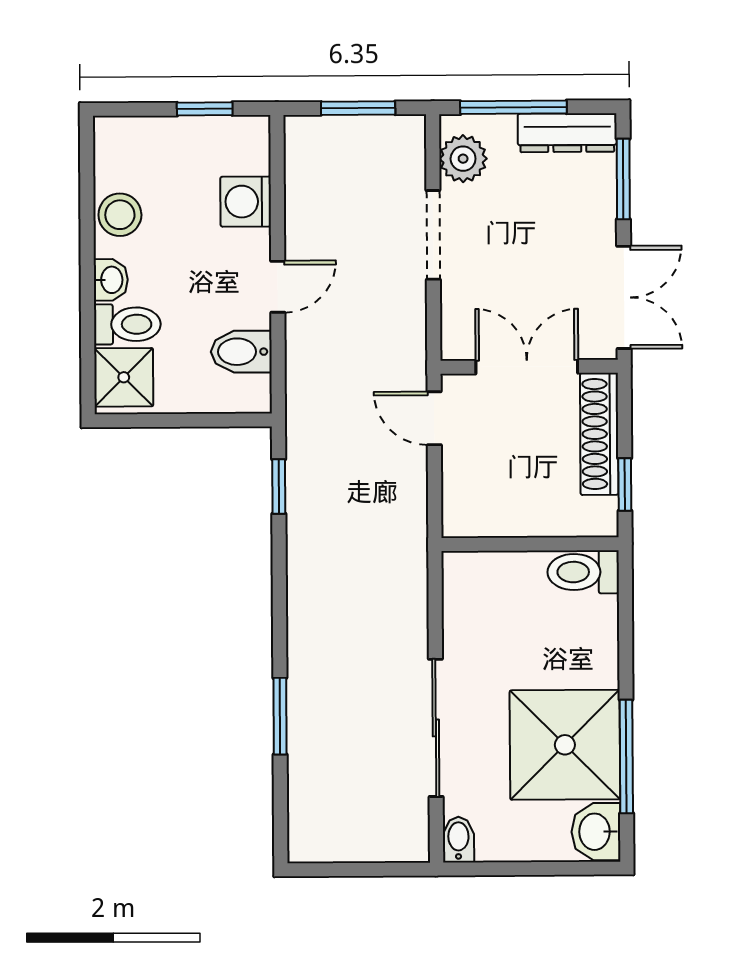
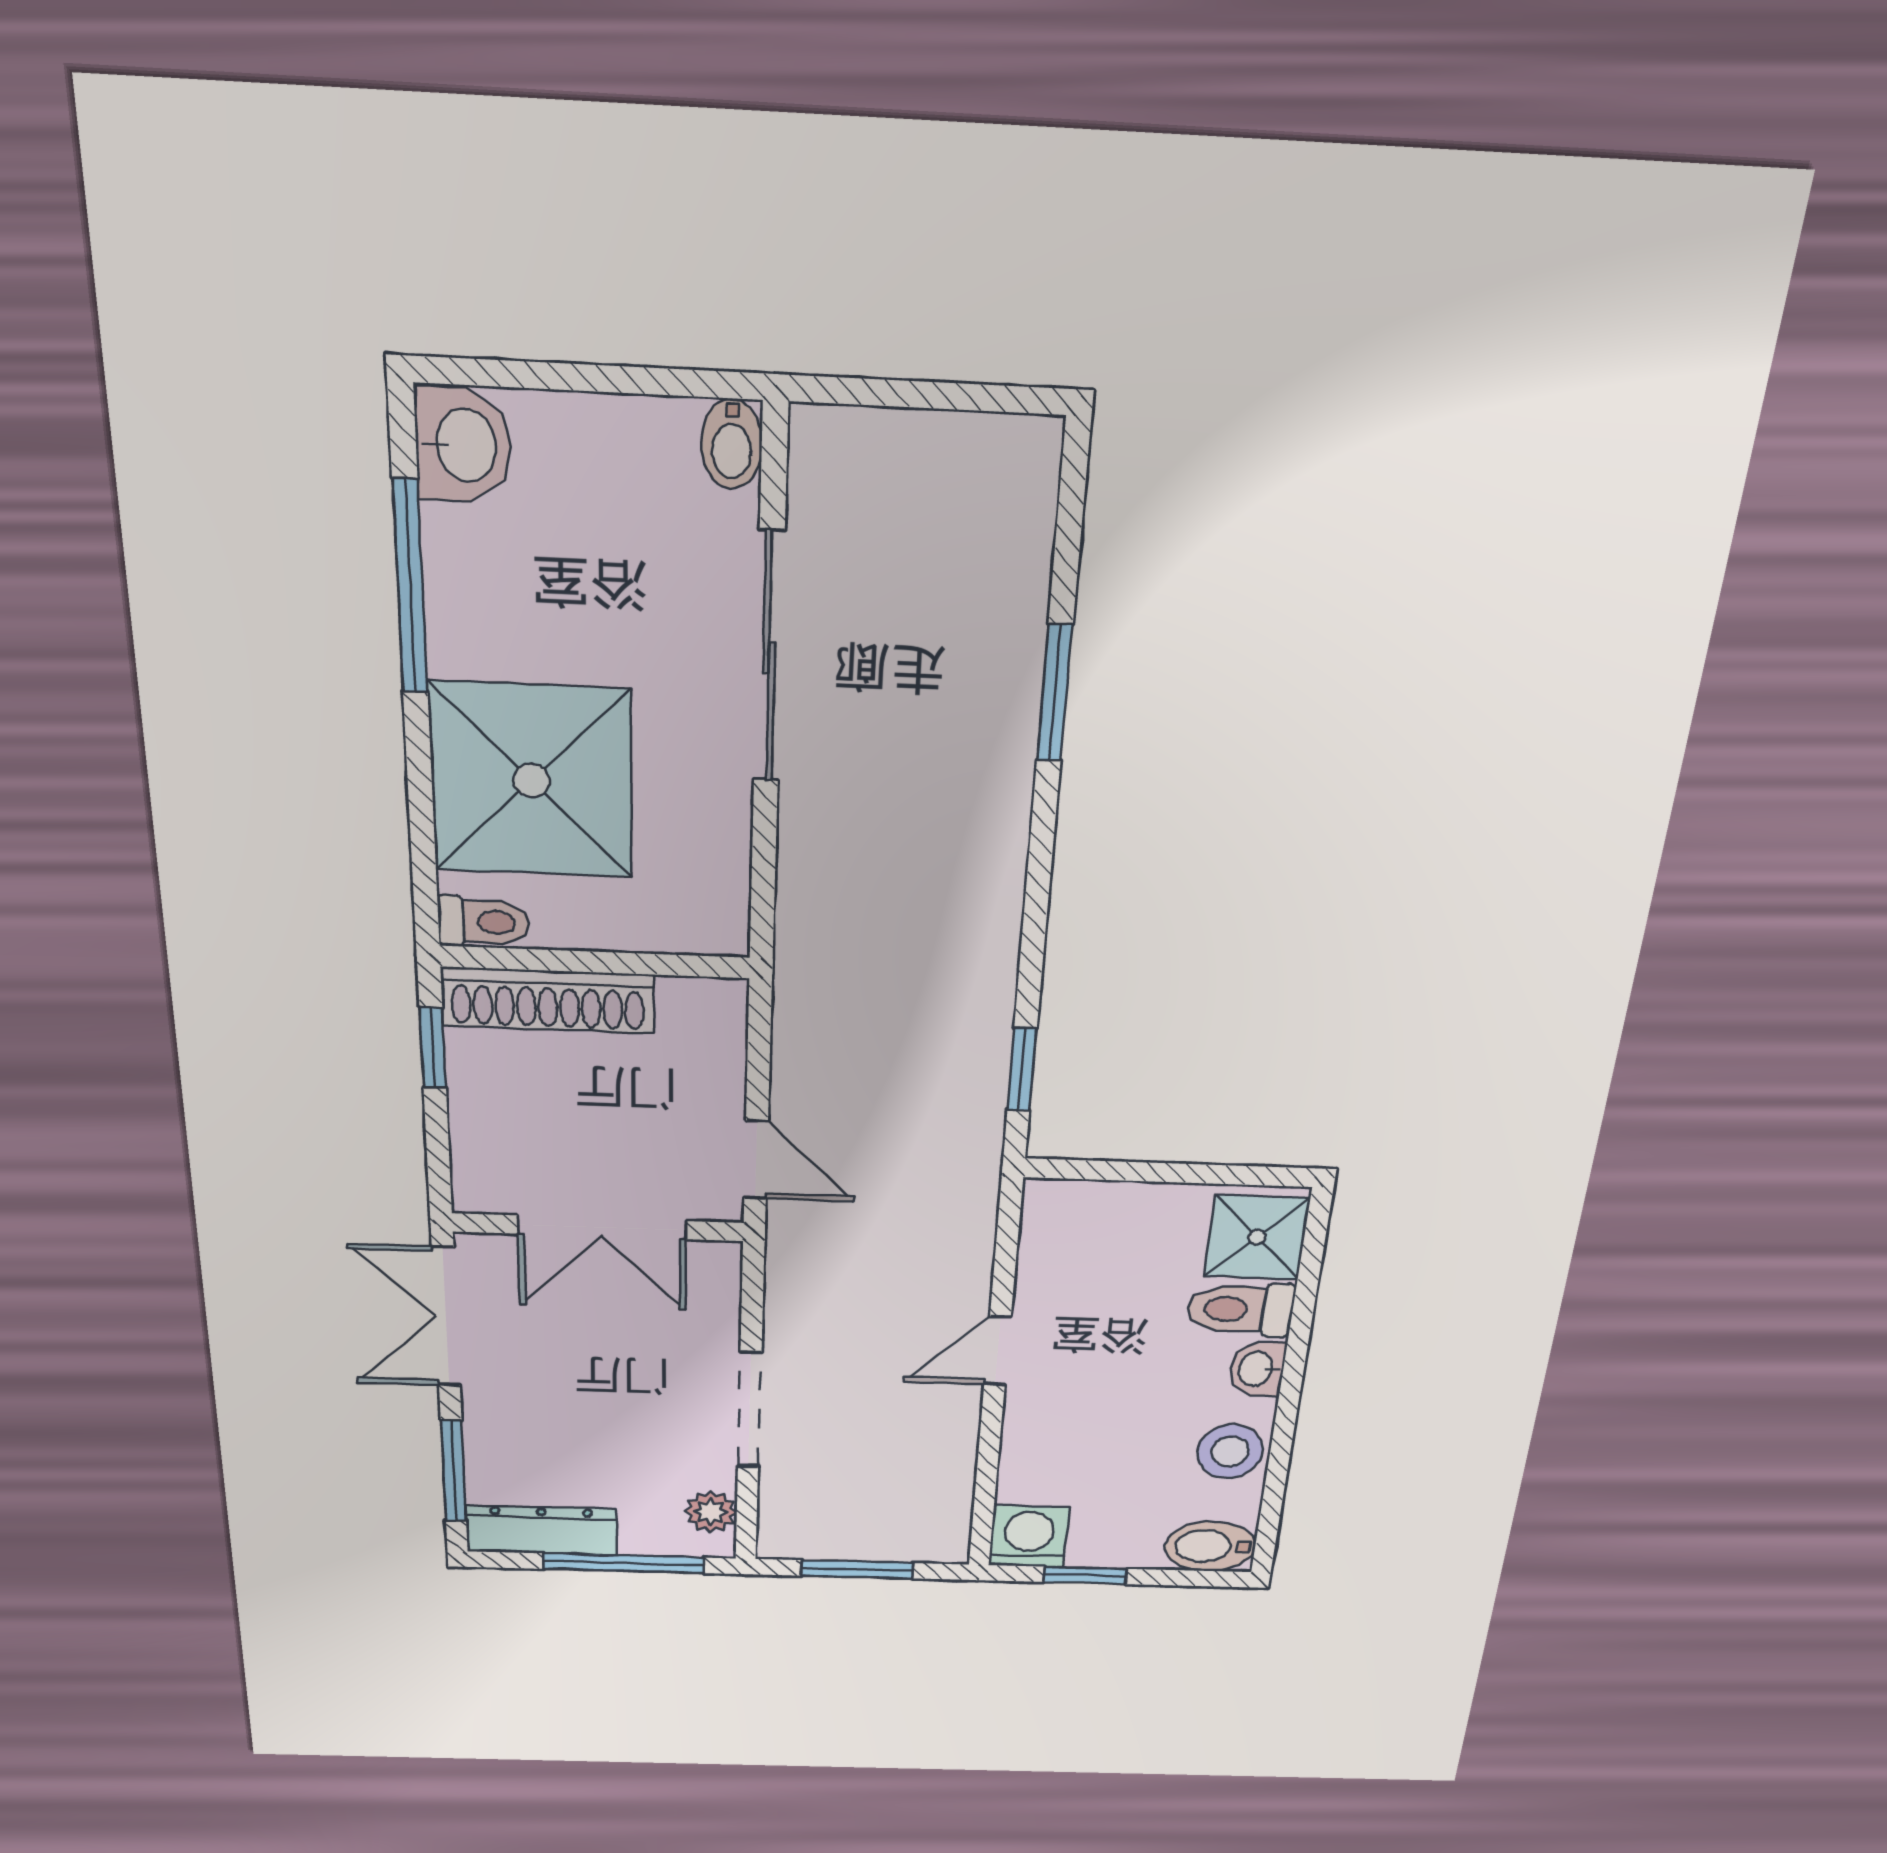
plant: (463, 159) -> (711, 1512), width x0.73, depth x0.73
washing machine: (246, 202) -> (1029, 1536), moved, turned -90
bidet: (241, 352) -> (1210, 1546), moved, turned 180
shoe rack: (599, 434) -> (548, 1000), moved, turned 90
toilet: (583, 572) -> (484, 922), width x0.73, depth x0.72
shower: (565, 745) -> (532, 781), moved

